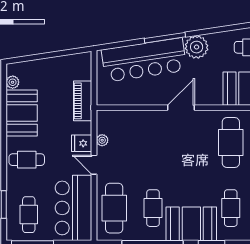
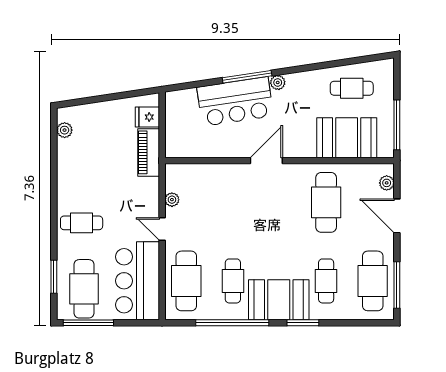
plant: (197, 47) -> (278, 82), width x0.53, depth x0.53
bar counter: (144, 60) -> (235, 102), width x0.73
booth: (22, 113) -> (75, 167), removed
fridge: (82, 143) -> (147, 117), moved
cafe table: (29, 215) -> (84, 289), width x1.37, depth x1.35

